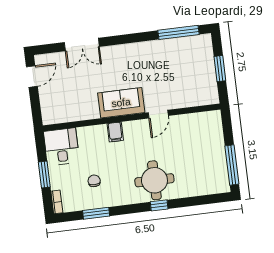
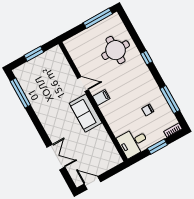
filing cabinet: (115, 132) -> (101, 97), moved
round table: (154, 180) -> (116, 50), moved
window: (96, 213) -> (170, 99), width x1.44

